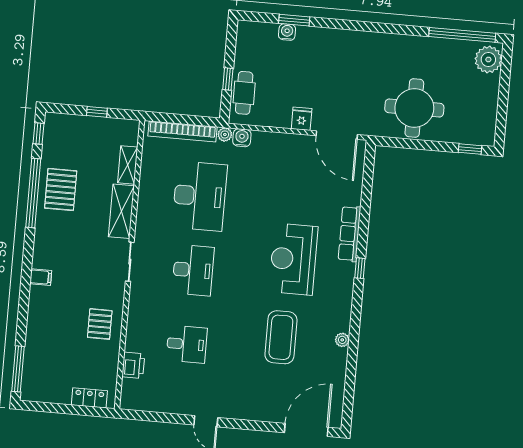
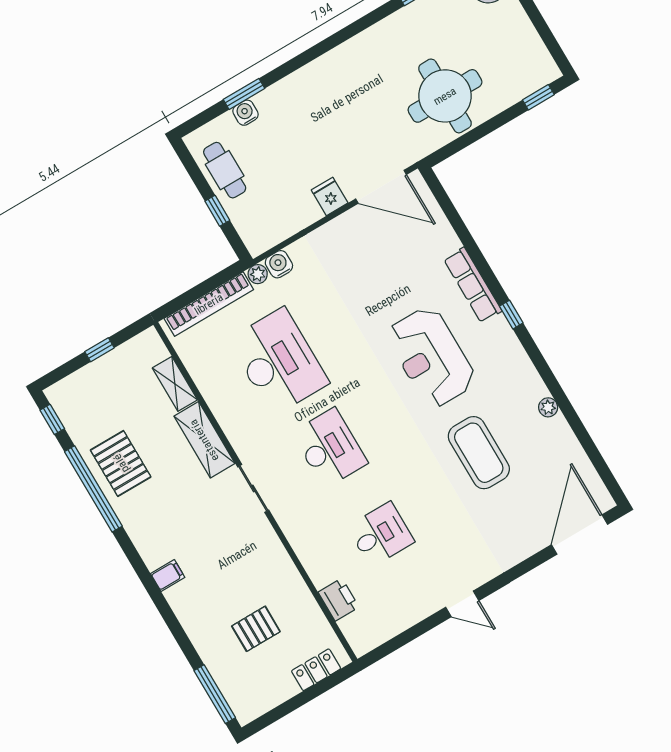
cafe table: (244, 93) -> (225, 170), moved
pallet: (100, 324) -> (256, 629), moved, turned 90

